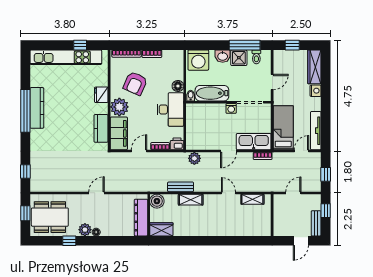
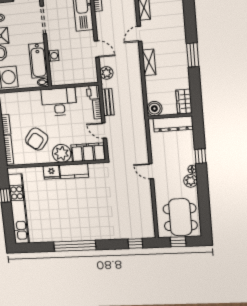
armchair: (135, 83) -> (37, 139), turned 104
floor lamp: (178, 86) -> (35, 96), removed
kitchen counter: (37, 108) -> (71, 235), removed
washing machine: (231, 108) -> (53, 56), moved
kitchen counter: (101, 128) -> (74, 171), moved
door: (228, 151) -> (97, 49), moved
bench: (181, 187) -> (108, 102), moved
shelving: (191, 200) -> (149, 62), moved
window: (69, 241) -> (200, 156), moved
window: (204, 241) -> (193, 55), added

